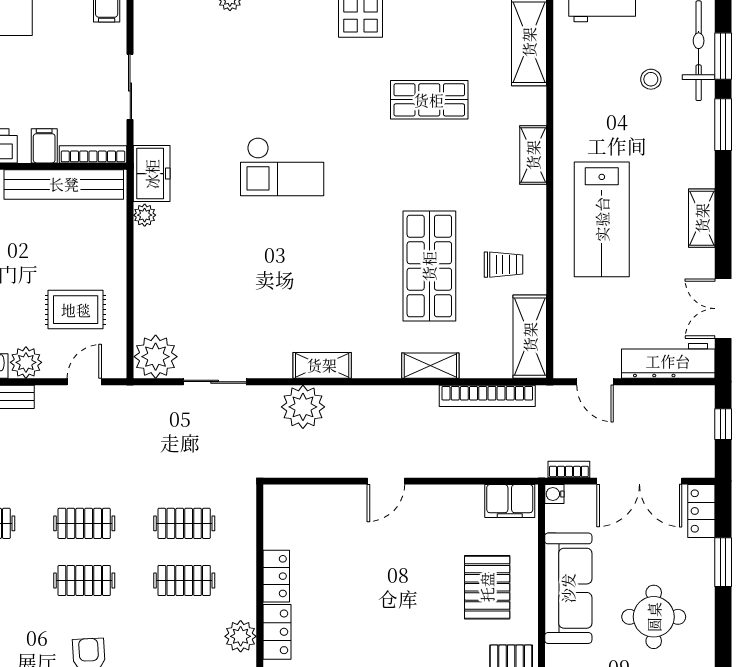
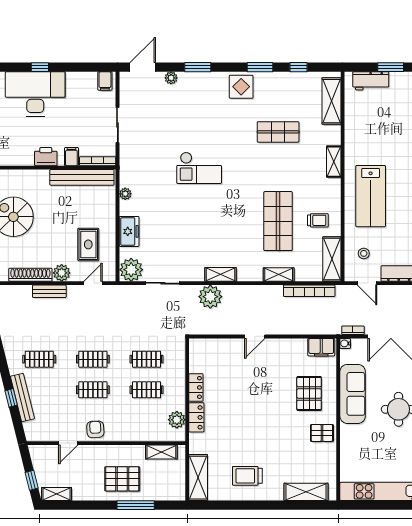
stool: (651, 79) -> (364, 253), moved
freezer: (152, 174) -> (129, 231), moved
rug: (76, 310) -> (88, 244), turned 90

